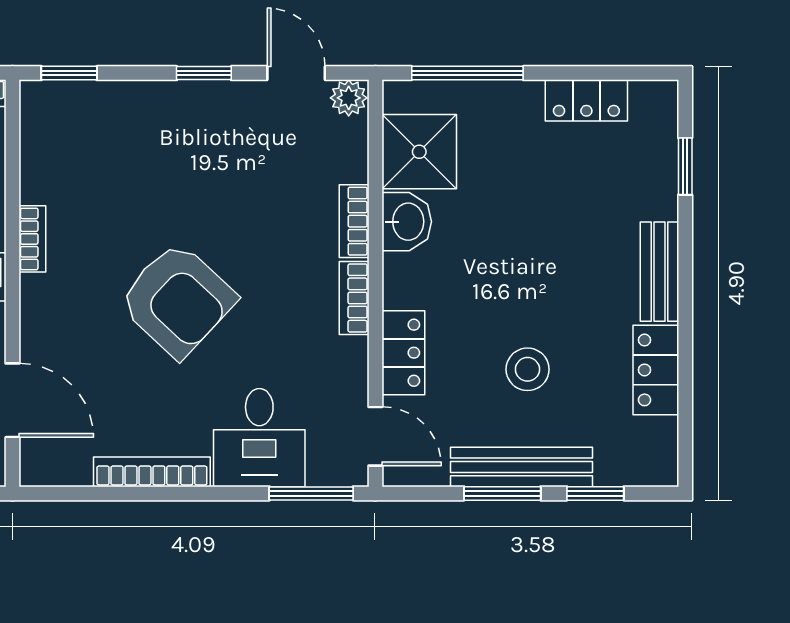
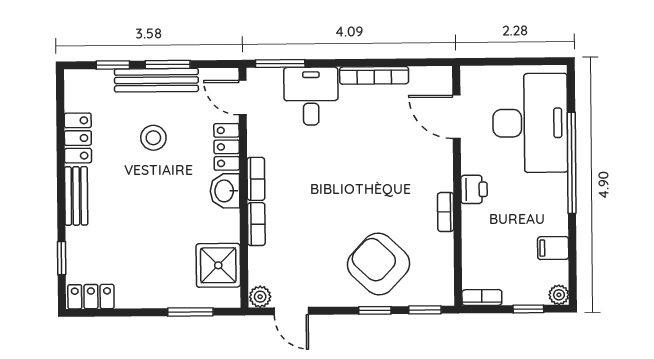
window: (204, 73) -> (375, 310), moved
window: (467, 73) -> (190, 312), width x0.69
locker: (586, 100) -> (91, 297), moved
washbasin: (407, 222) -> (225, 191), moved
armchair: (177, 300) -> (379, 264), moved

